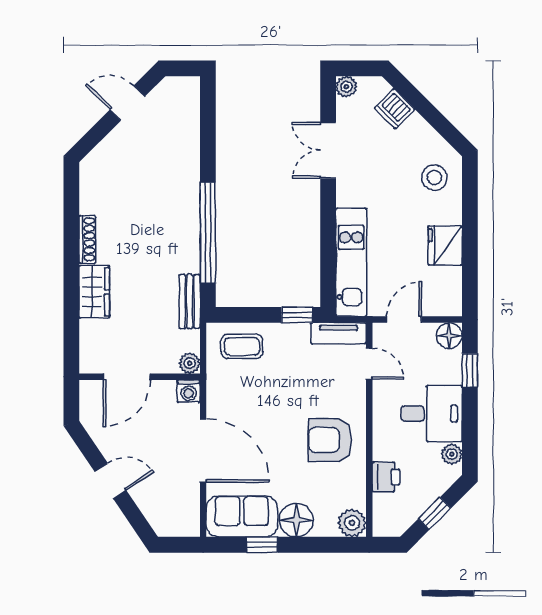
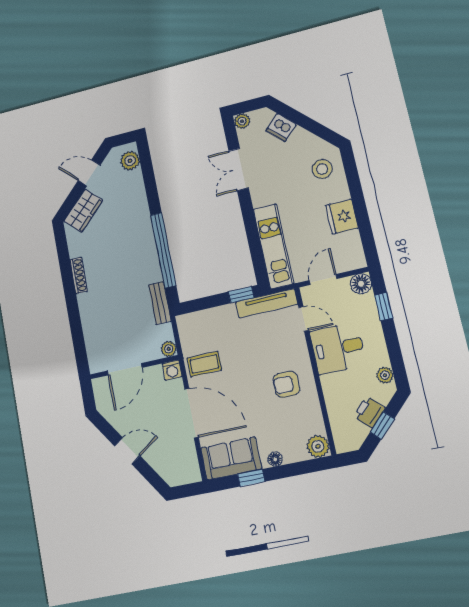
plant: (187, 101) -> (130, 161), added
wardrobe: (94, 292) -> (83, 211), moved, turned 45
tv unit: (338, 333) -> (267, 303), width x1.41
coffee table: (242, 346) -> (204, 364), moved
desk: (432, 414) -> (338, 348), moved, turned 180
armchair: (330, 440) -> (286, 384), width x0.72, depth x0.72
printer: (386, 477) -> (369, 412), moved, turned -135
floor lamp: (296, 520) -> (275, 459), width x0.53, depth x0.53

